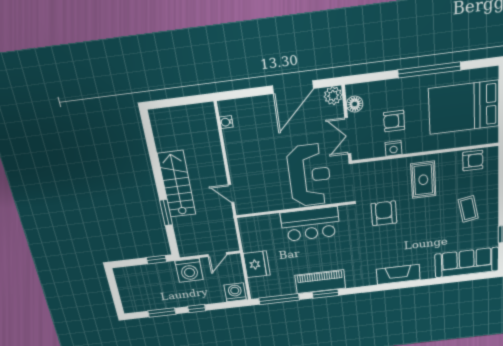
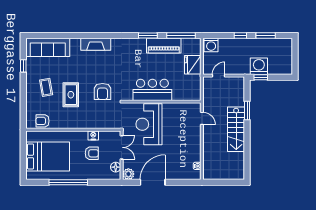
rug: (423, 180) -> (71, 95), moved
washing machine: (189, 270) -> (259, 66), moved
piano: (320, 282) -> (164, 46), moved

